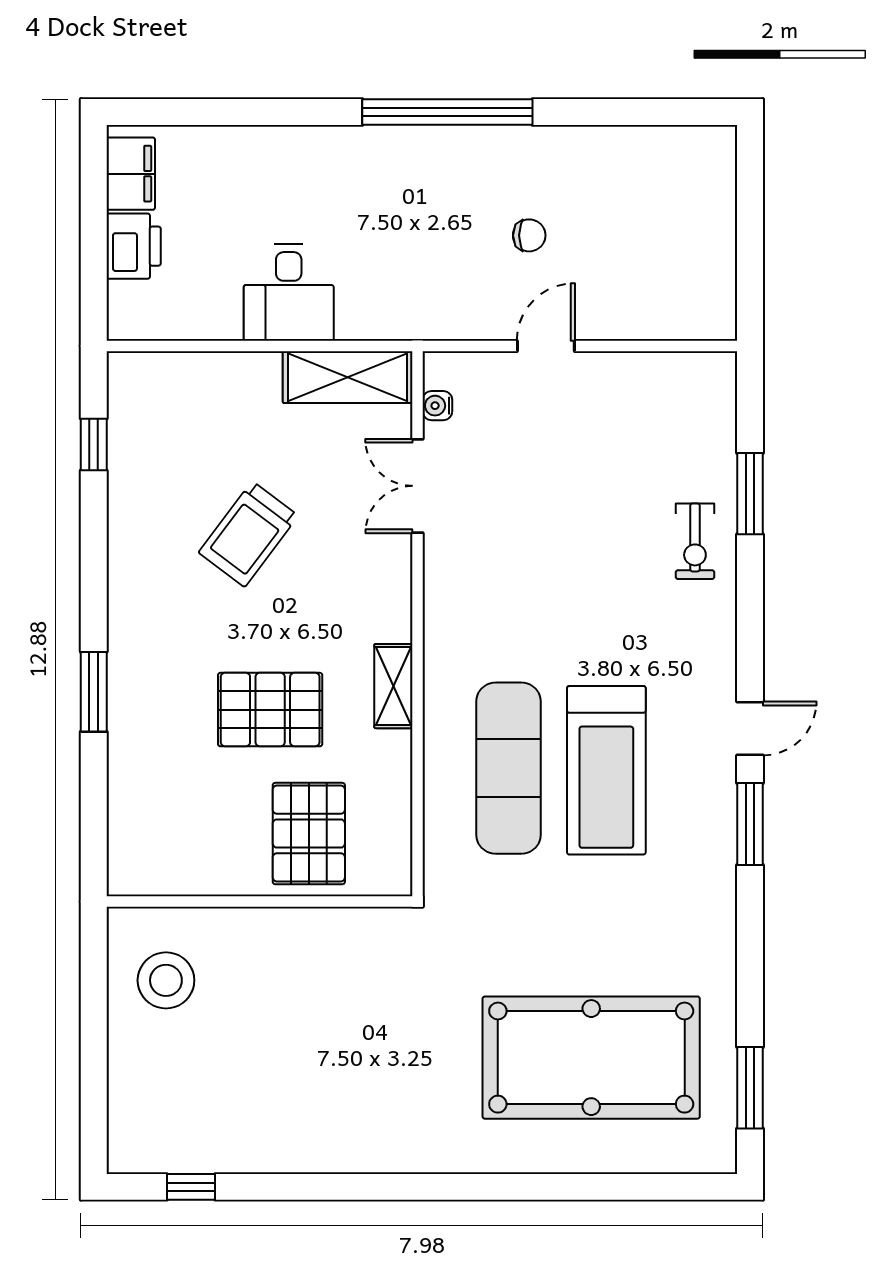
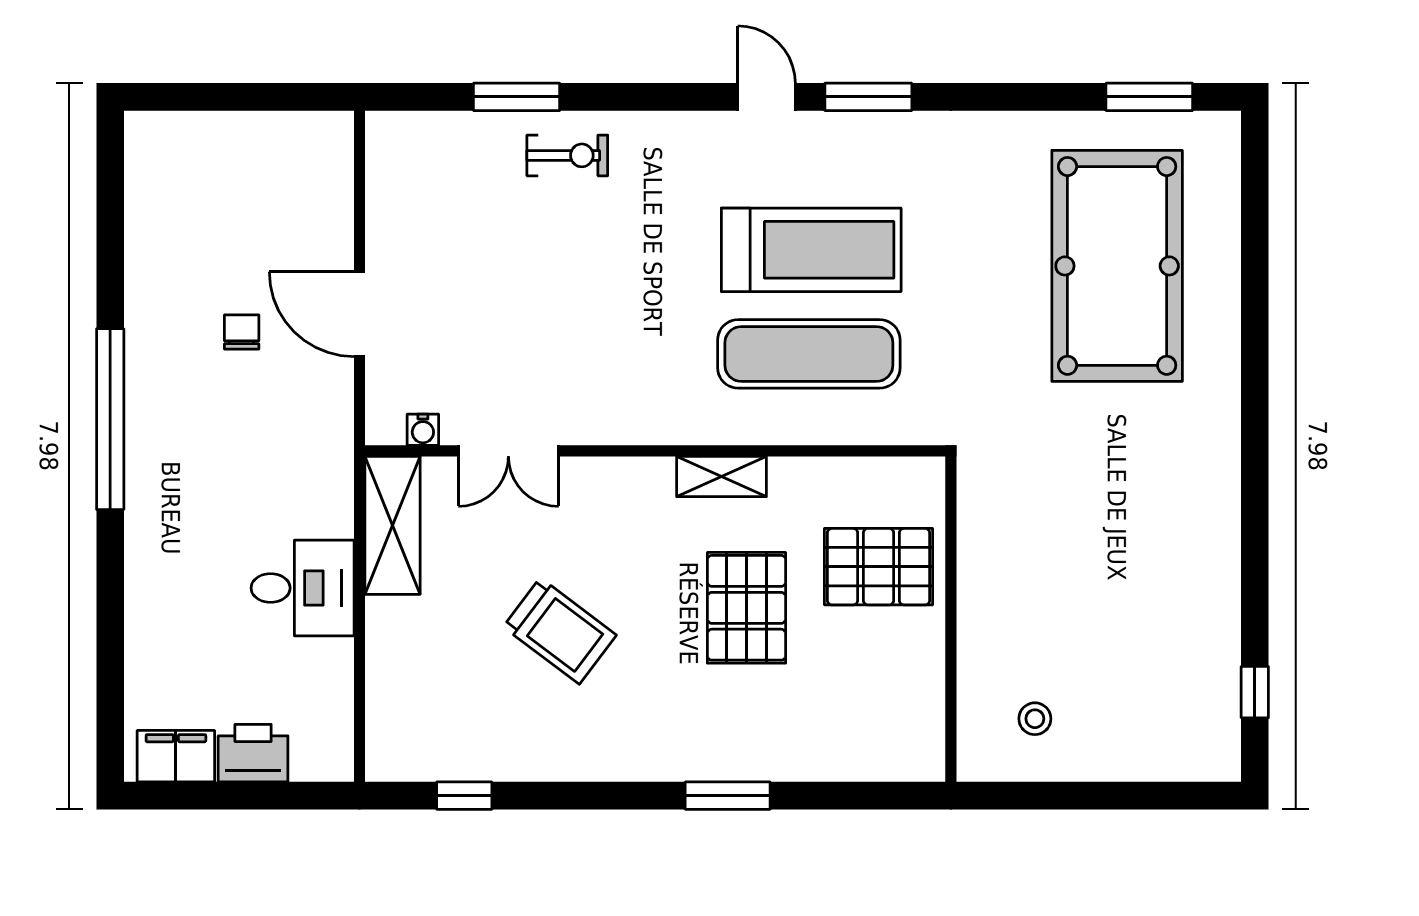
door: (546, 346) -> (359, 314), width x1.38
stool: (166, 980) -> (1035, 719), width x0.53, depth x0.53

